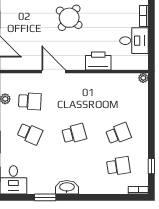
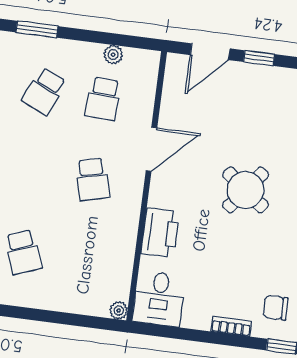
desk: (134, 41) -> (159, 299), moved
school desk: (74, 134) -> (93, 179), moved

